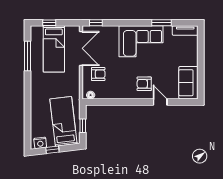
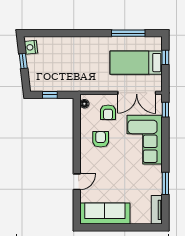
corner sofa: (141, 41) -> (145, 140), moved
sofa: (188, 83) -> (105, 213), width x1.36
armchair: (144, 84) -> (101, 139), moved
bed: (63, 121) -> (55, 73), removed

